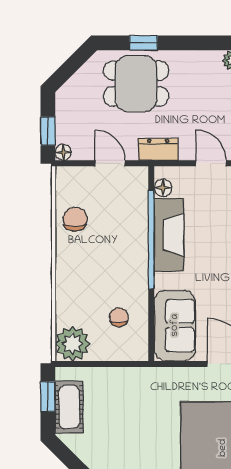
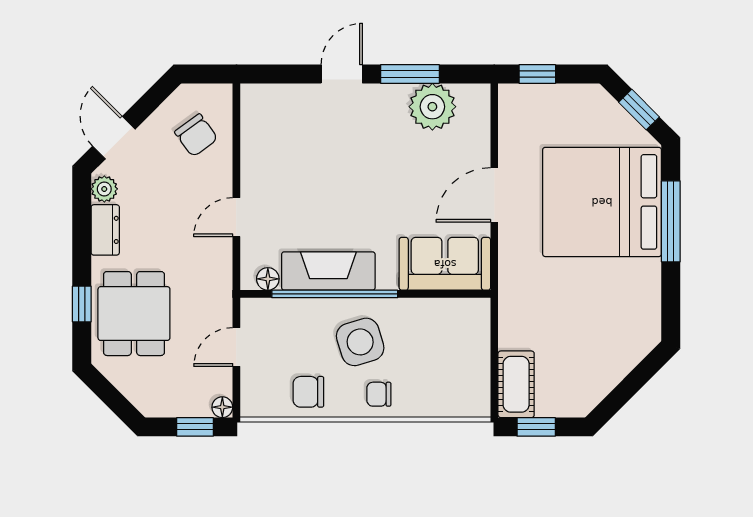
dresser: (158, 149) -> (105, 230), moved, turned 180
side table: (114, 260) -> (360, 342), added
chair: (119, 317) -> (379, 394), moved
plant: (73, 344) -> (468, 395), removed
cot: (69, 407) -> (516, 384), moved, turned 90

